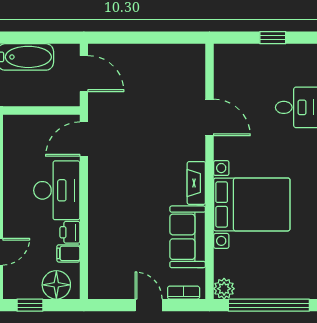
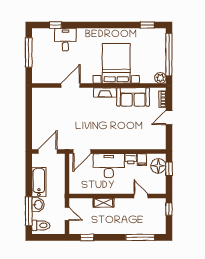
window: (273, 38) -> (29, 52), width x2.17
door: (84, 139) -> (82, 151), hinge flipped
window: (30, 305) -> (169, 169), moved

